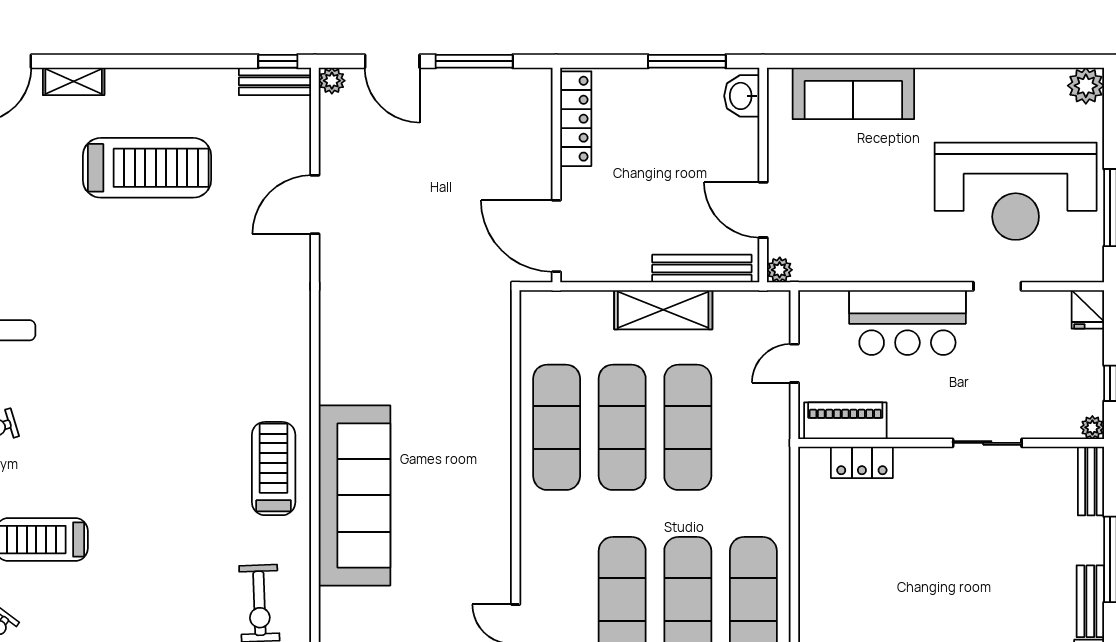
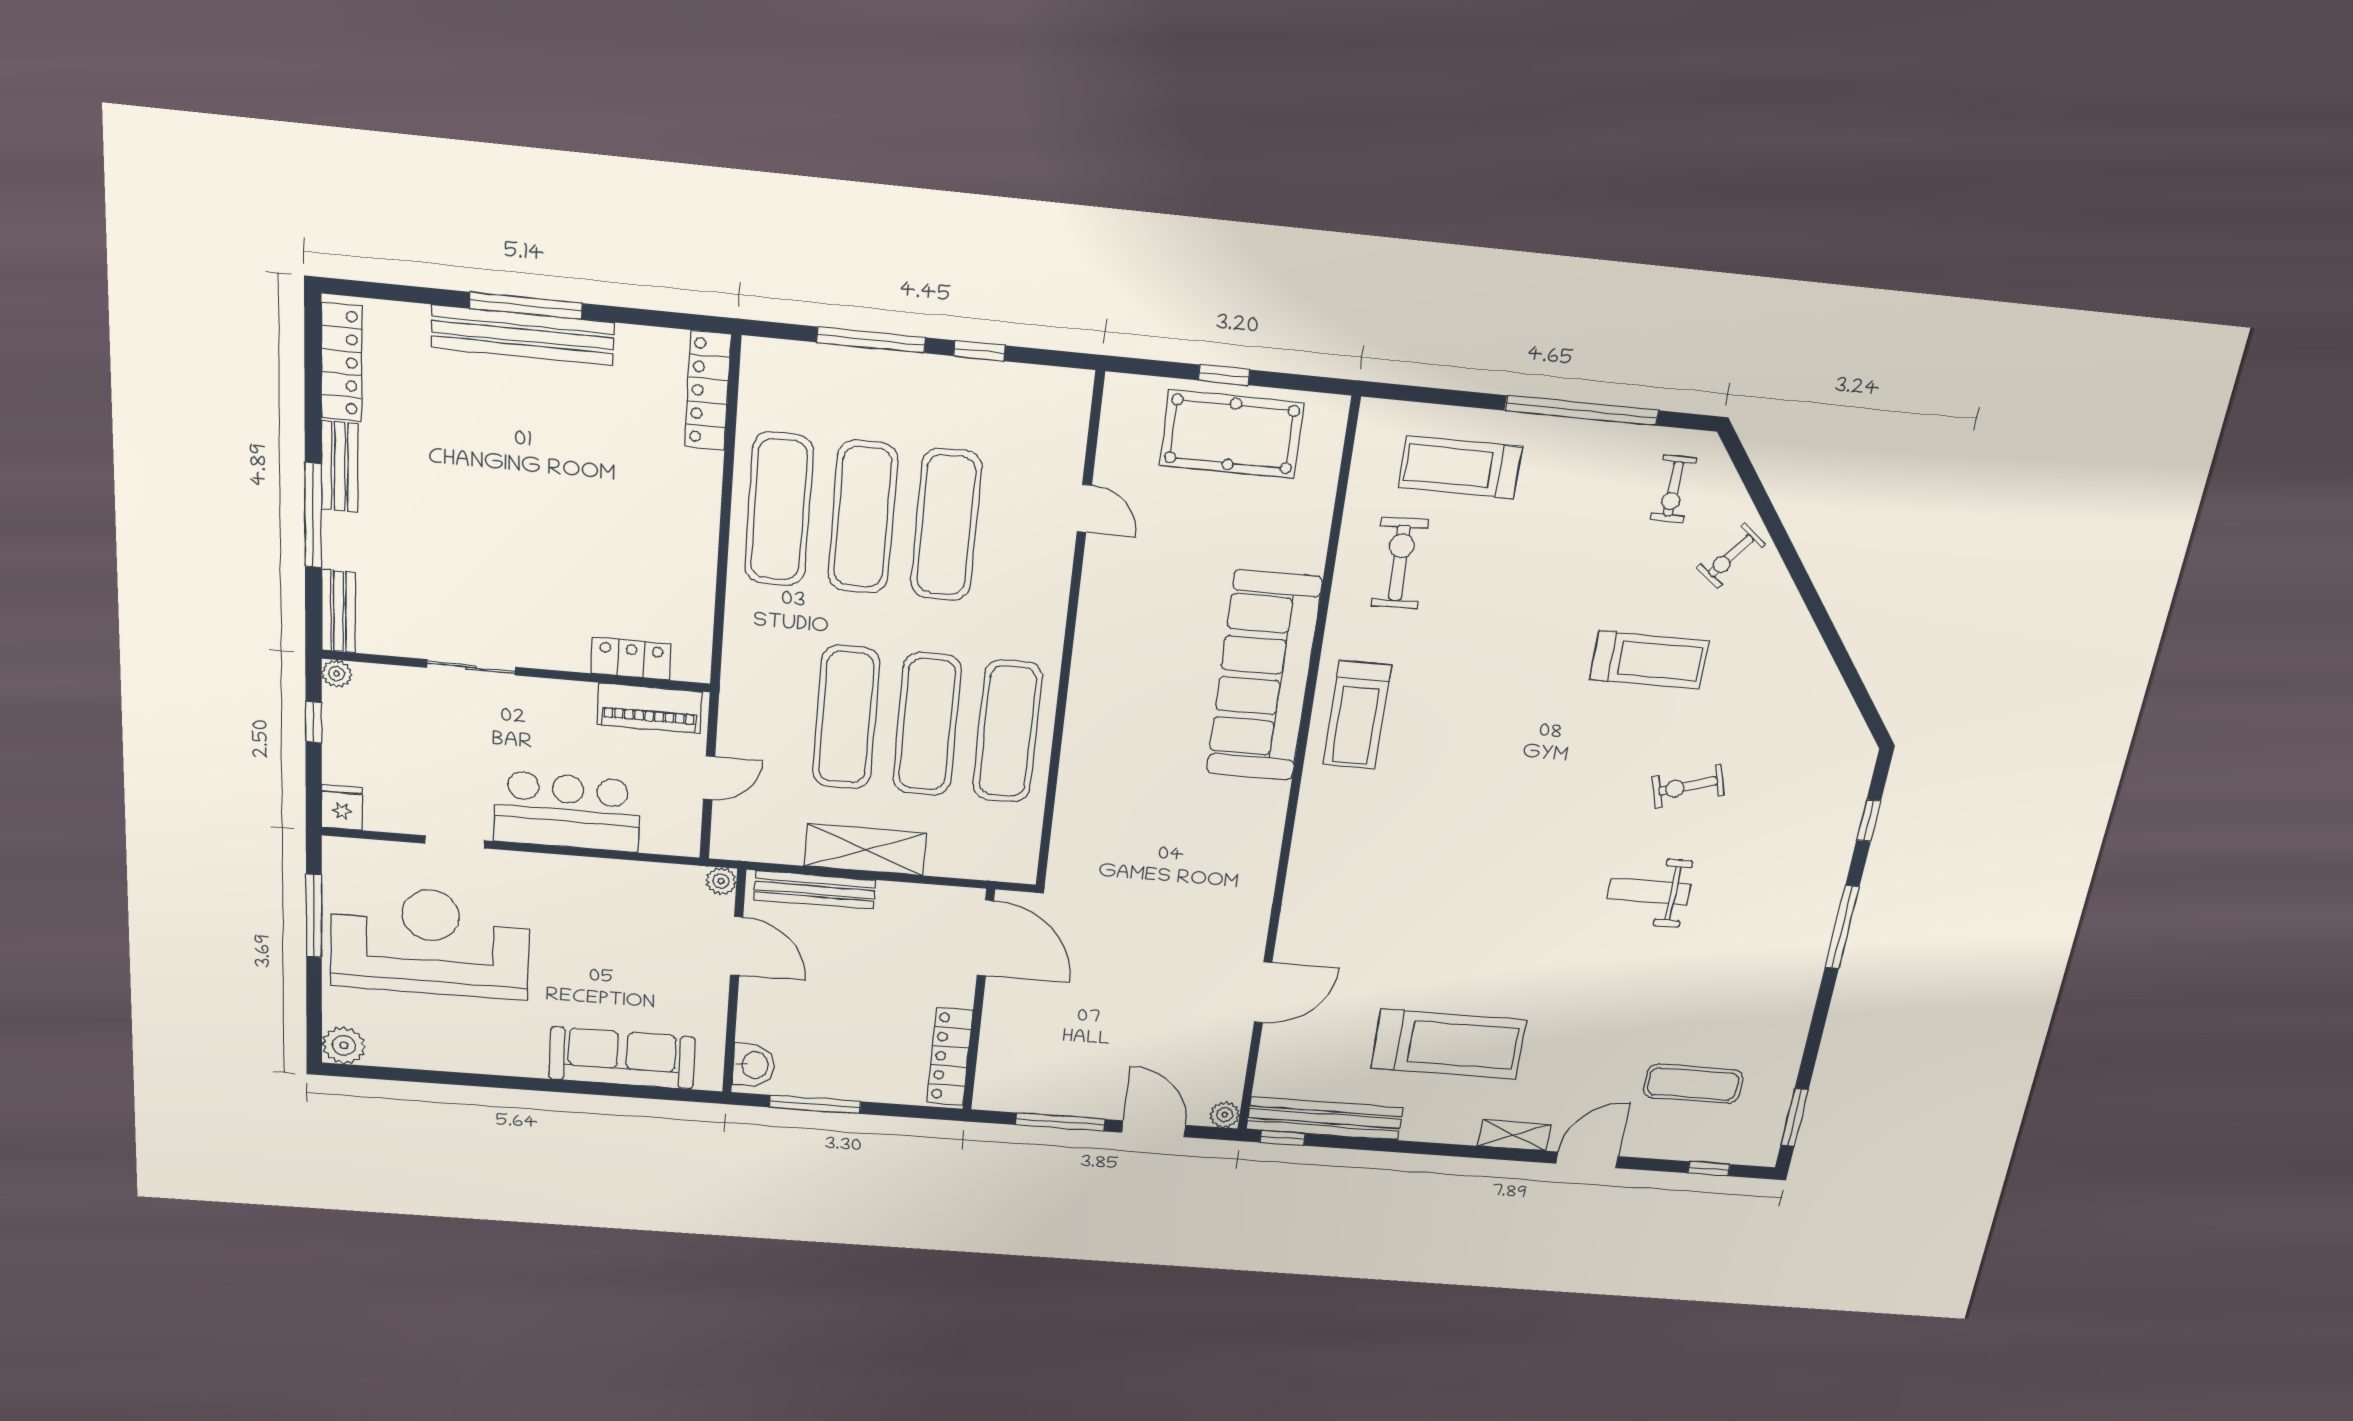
bench: (275, 81) -> (1325, 1118), width x1.86, depth x1.21
treadmill: (147, 168) -> (1449, 1044), turned 180

